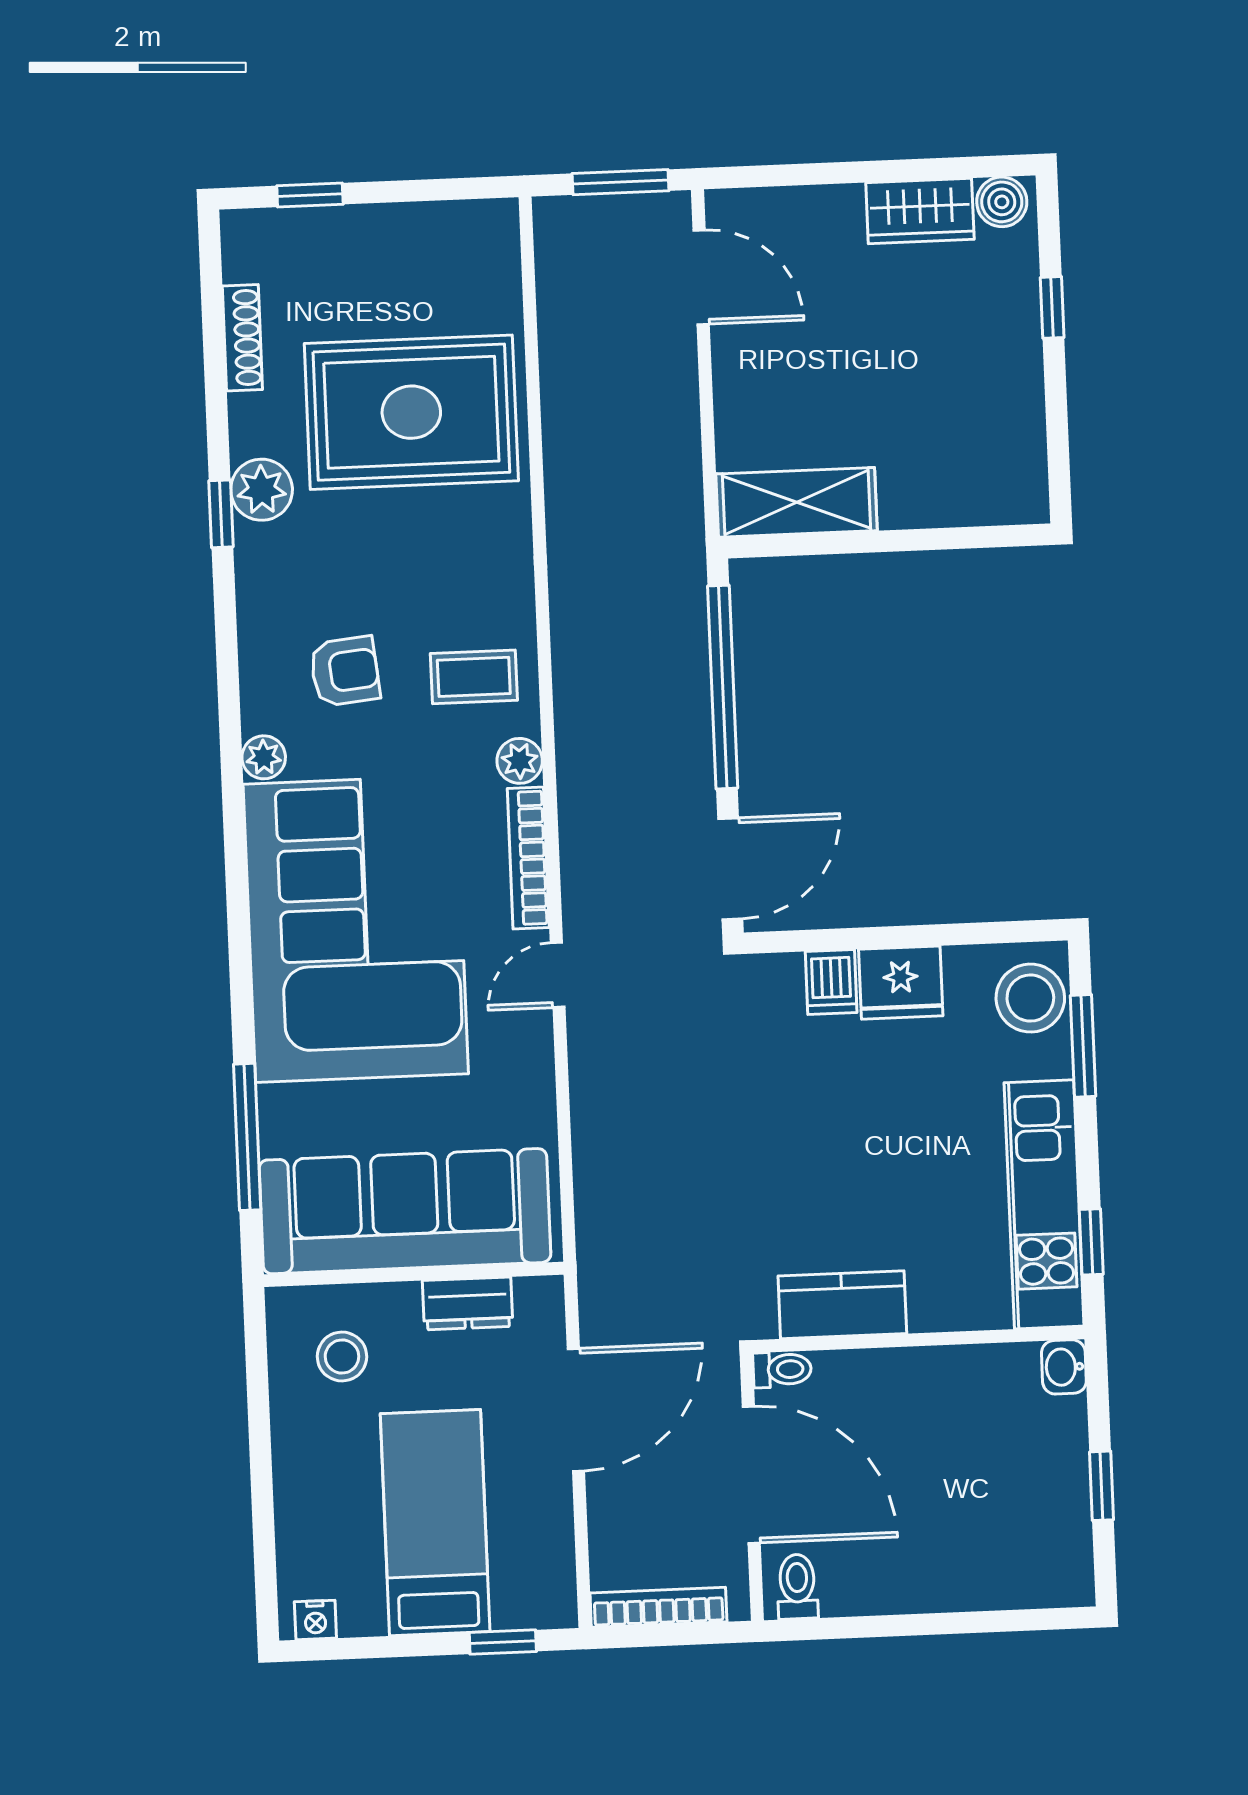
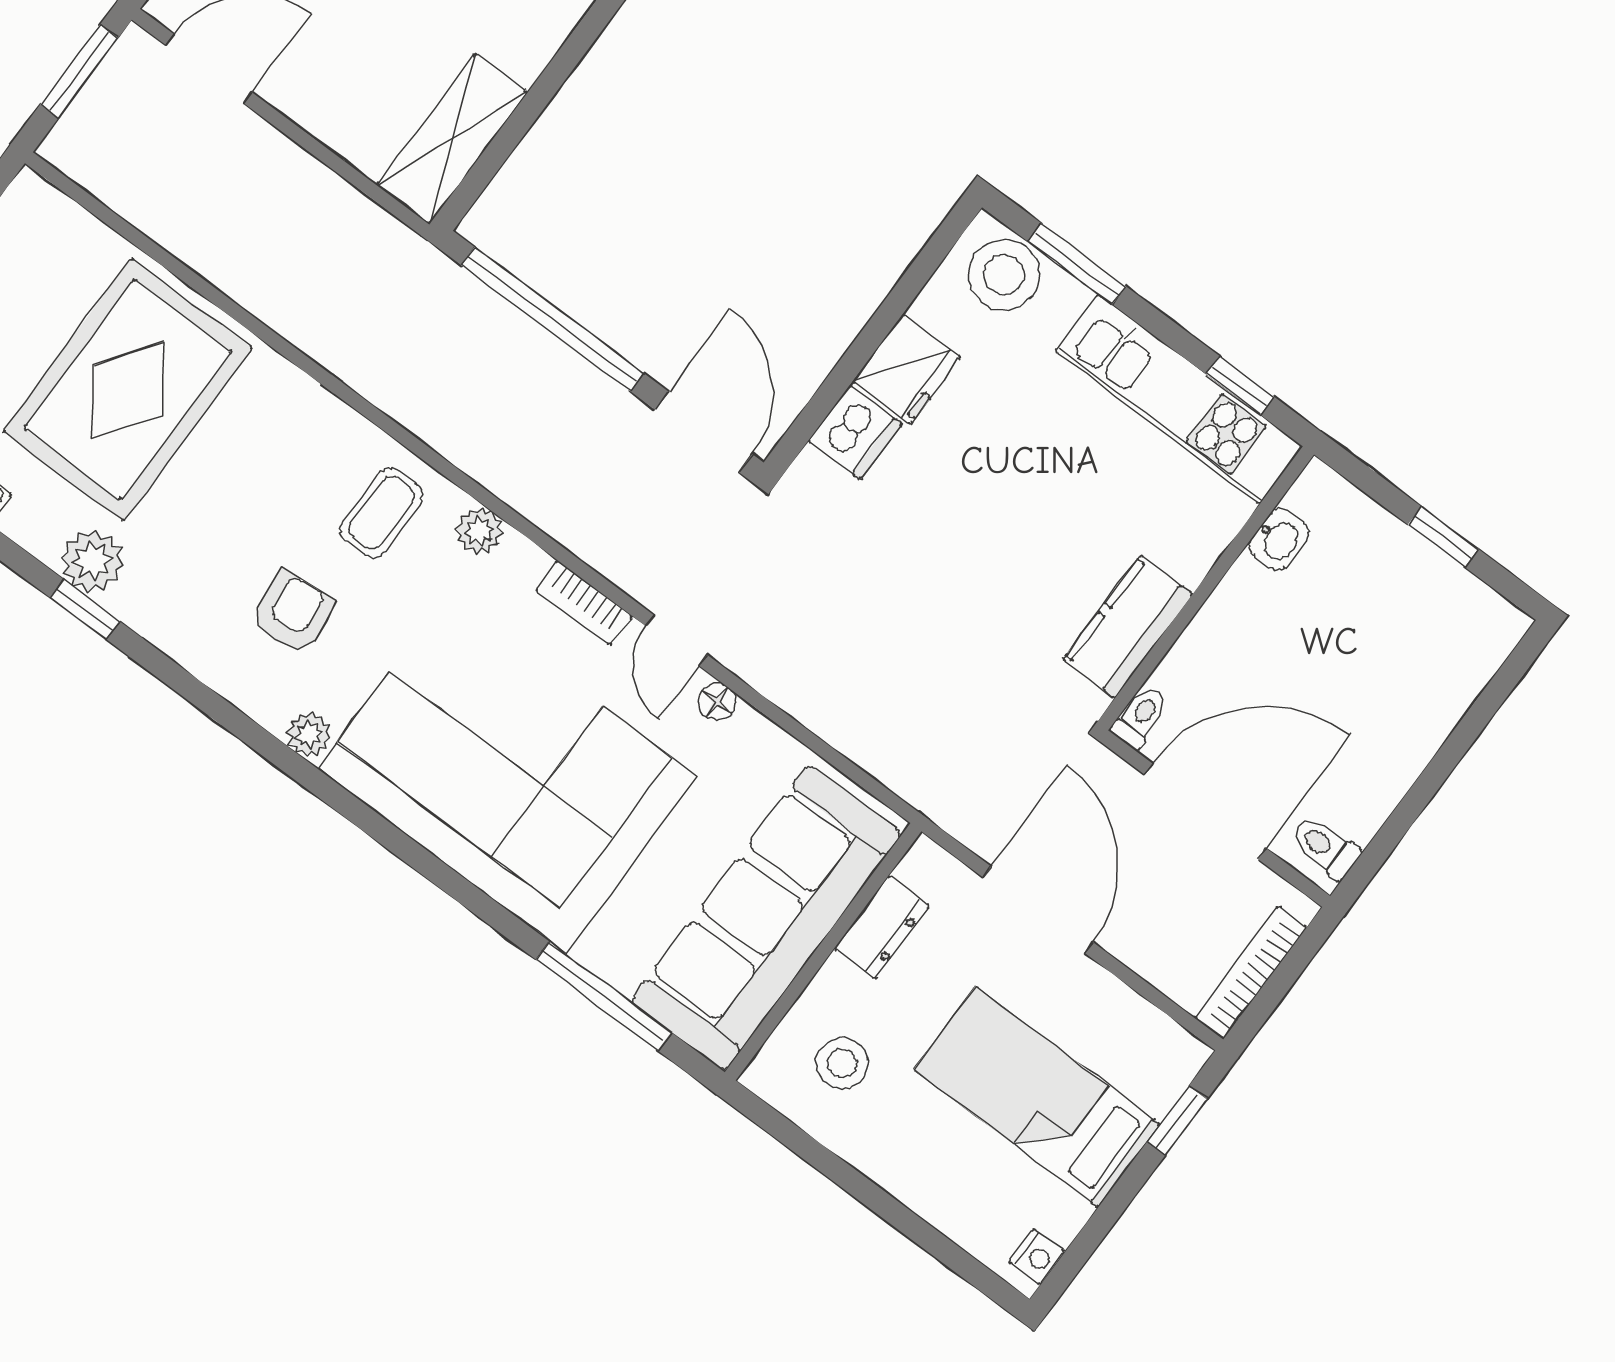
bookcase: (528, 858) -> (584, 603), width x0.64
dishwasher: (831, 982) -> (855, 432), width x1.38
floor lamp: (536, 1043) -> (717, 702), added
washbasin: (1064, 1367) -> (1279, 539), moved, turned -90

